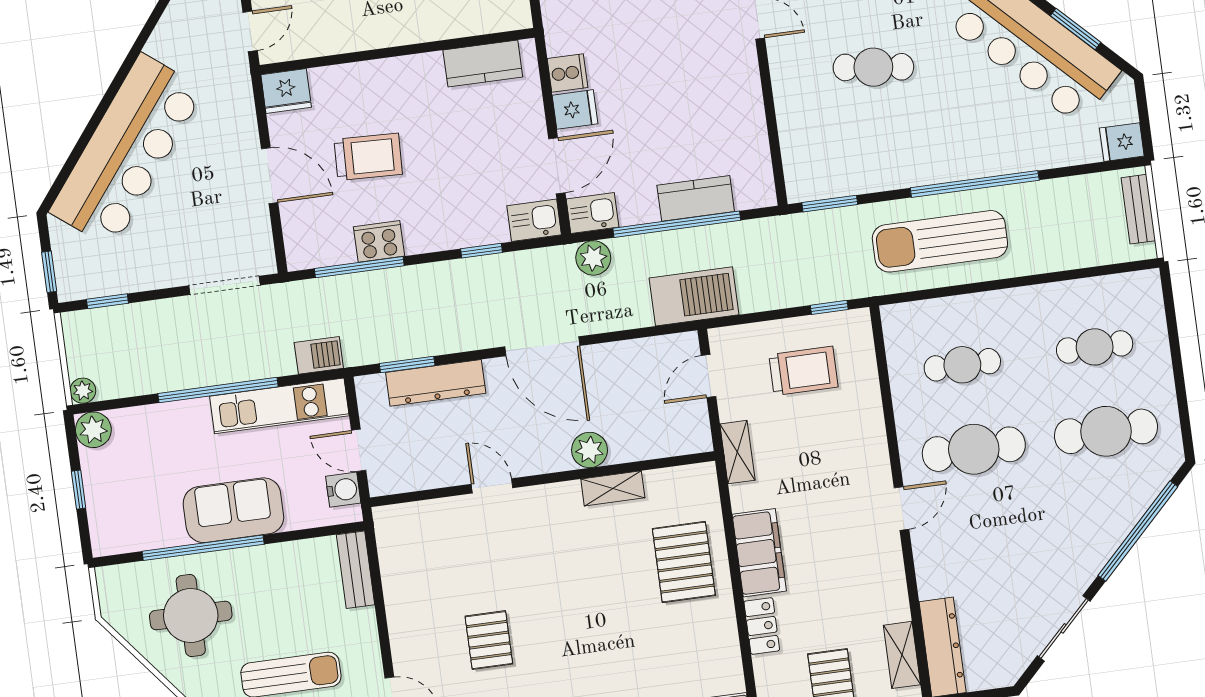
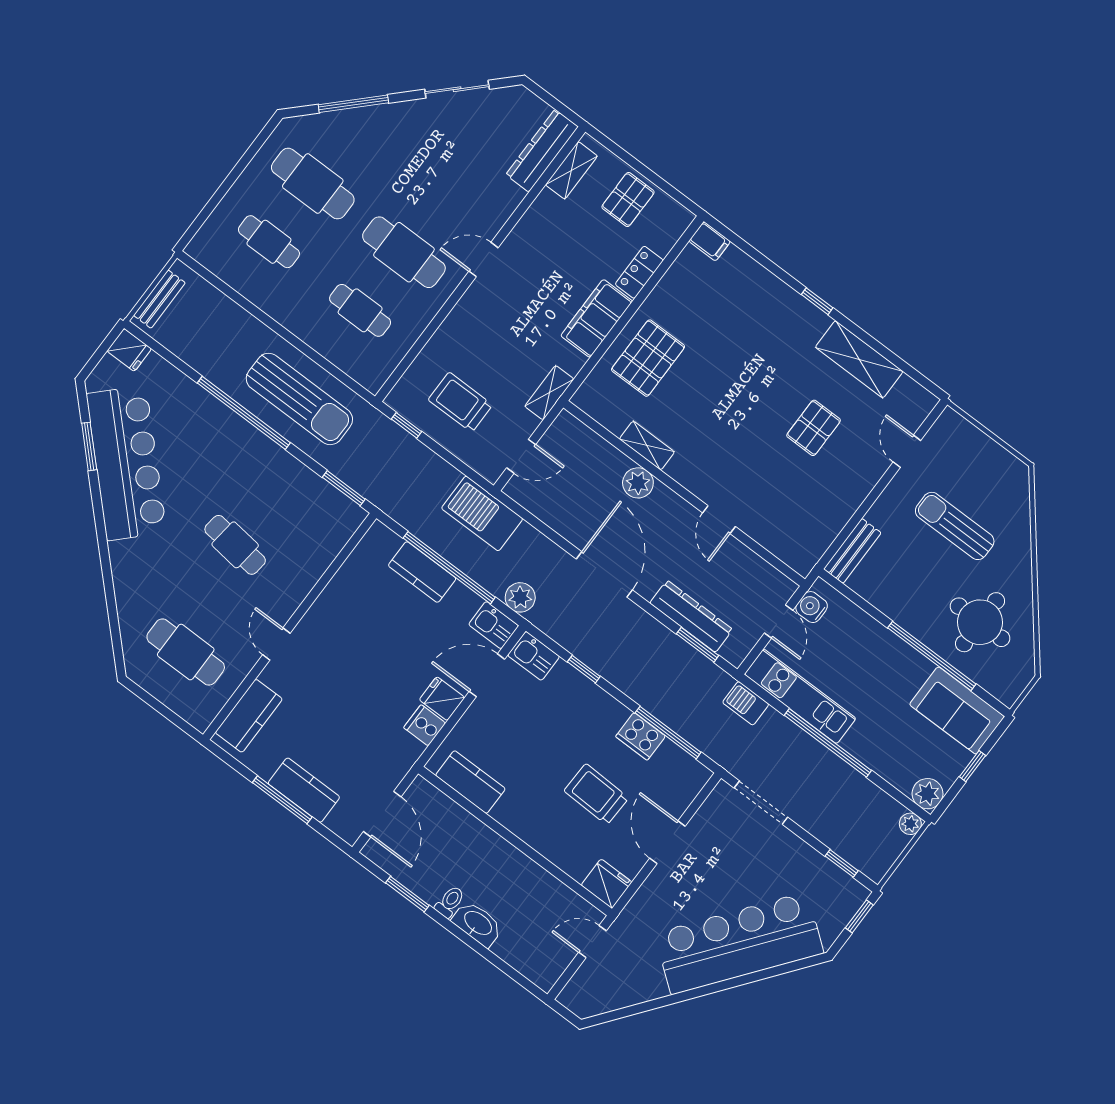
sofa: (233, 510) -> (957, 710), moved
window: (1138, 531) -> (353, 104), width x0.68

